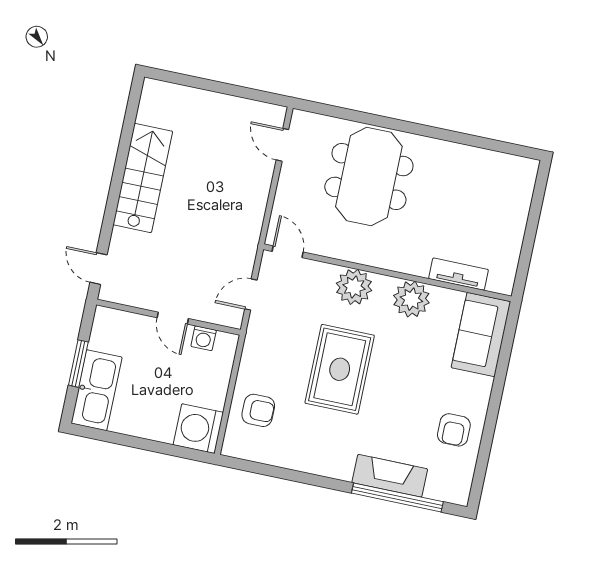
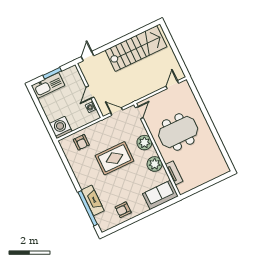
meeting table: (369, 176) -> (178, 132), moved
stairs: (143, 178) -> (136, 48), width x1.36, depth x1.51

